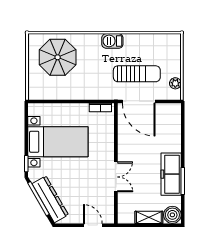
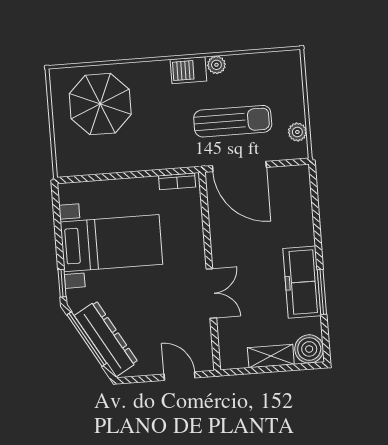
plant: (130, 39) -> (216, 65), added

